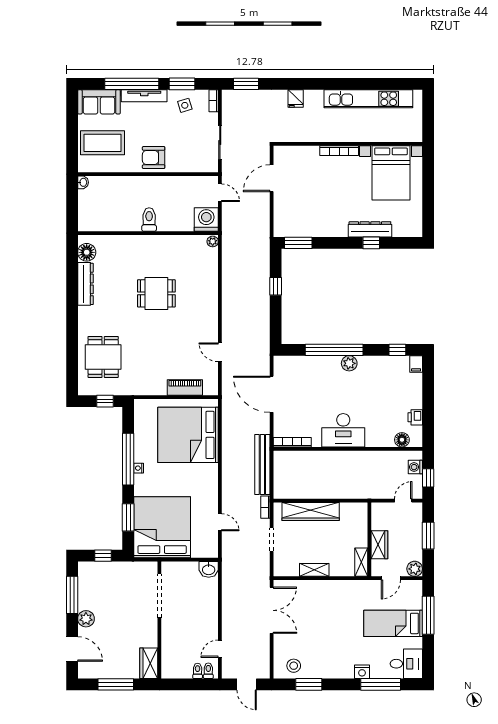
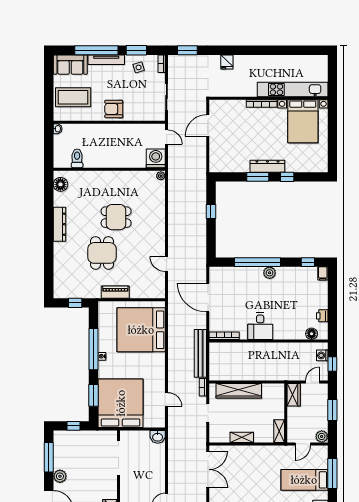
kitchen unit: (368, 99) -> (293, 89), moved, turned 180
toilet: (149, 220) -> (77, 158), moved
dresser: (370, 229) -> (267, 166), moved
window: (298, 243) -> (258, 177), moved
dresser: (85, 284) -> (60, 224), moved
dining table: (103, 357) -> (102, 253), moved
piano: (185, 387) -> (115, 292), moved
desk: (343, 430) -> (260, 326), width x0.73
wardrobe: (379, 545) -> (294, 395), moved

